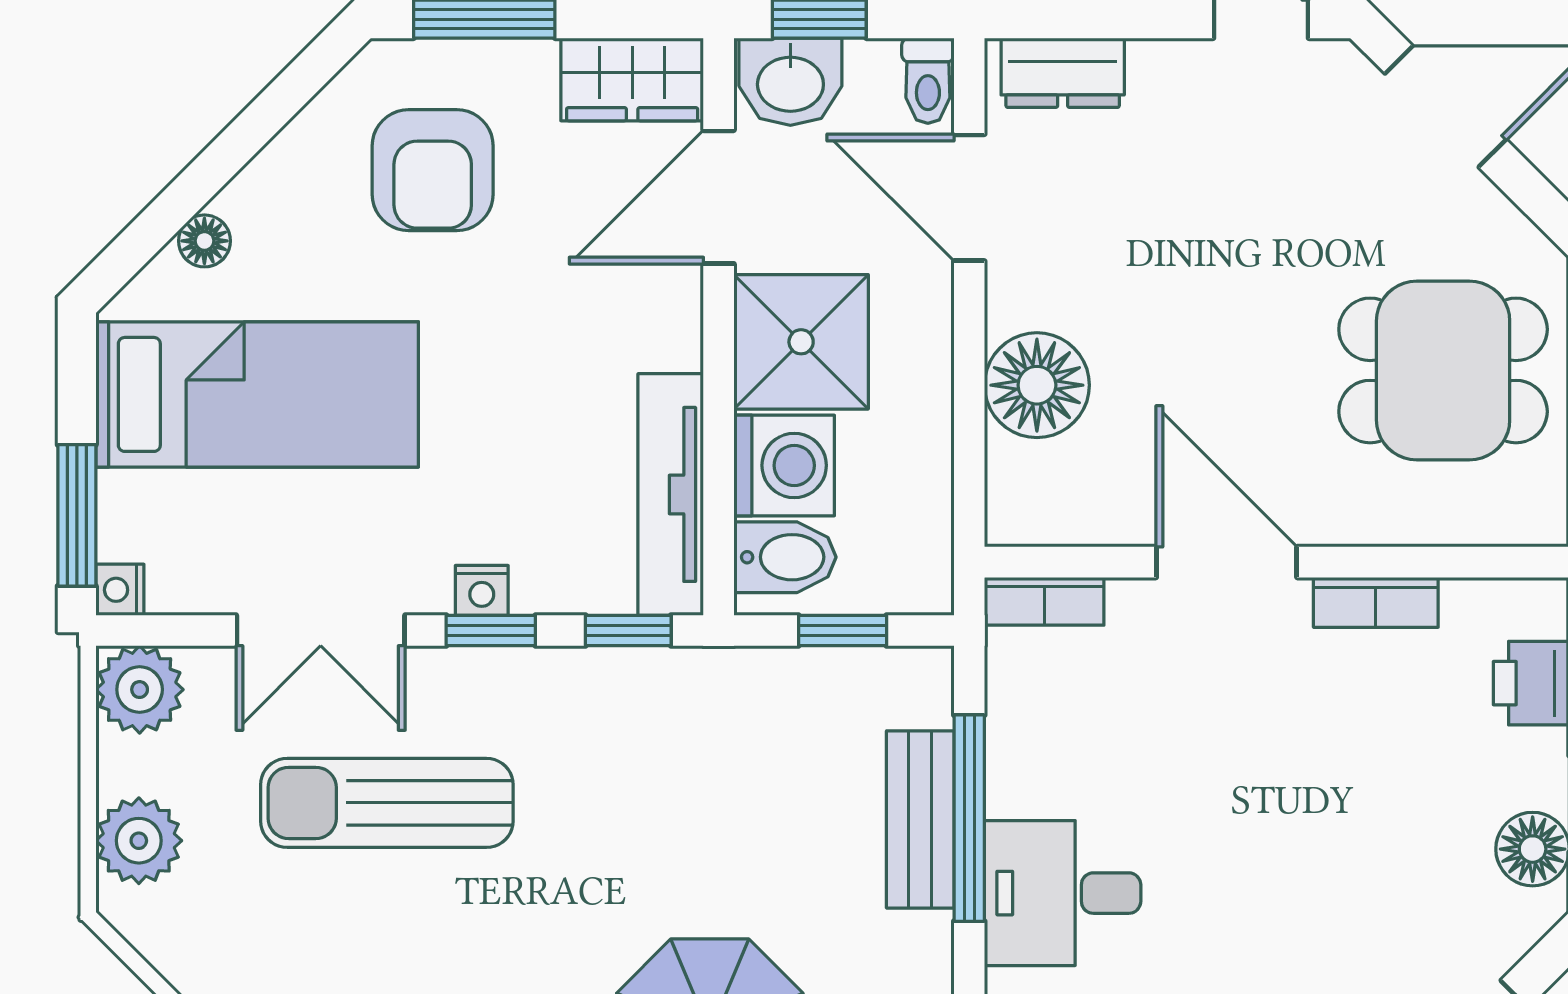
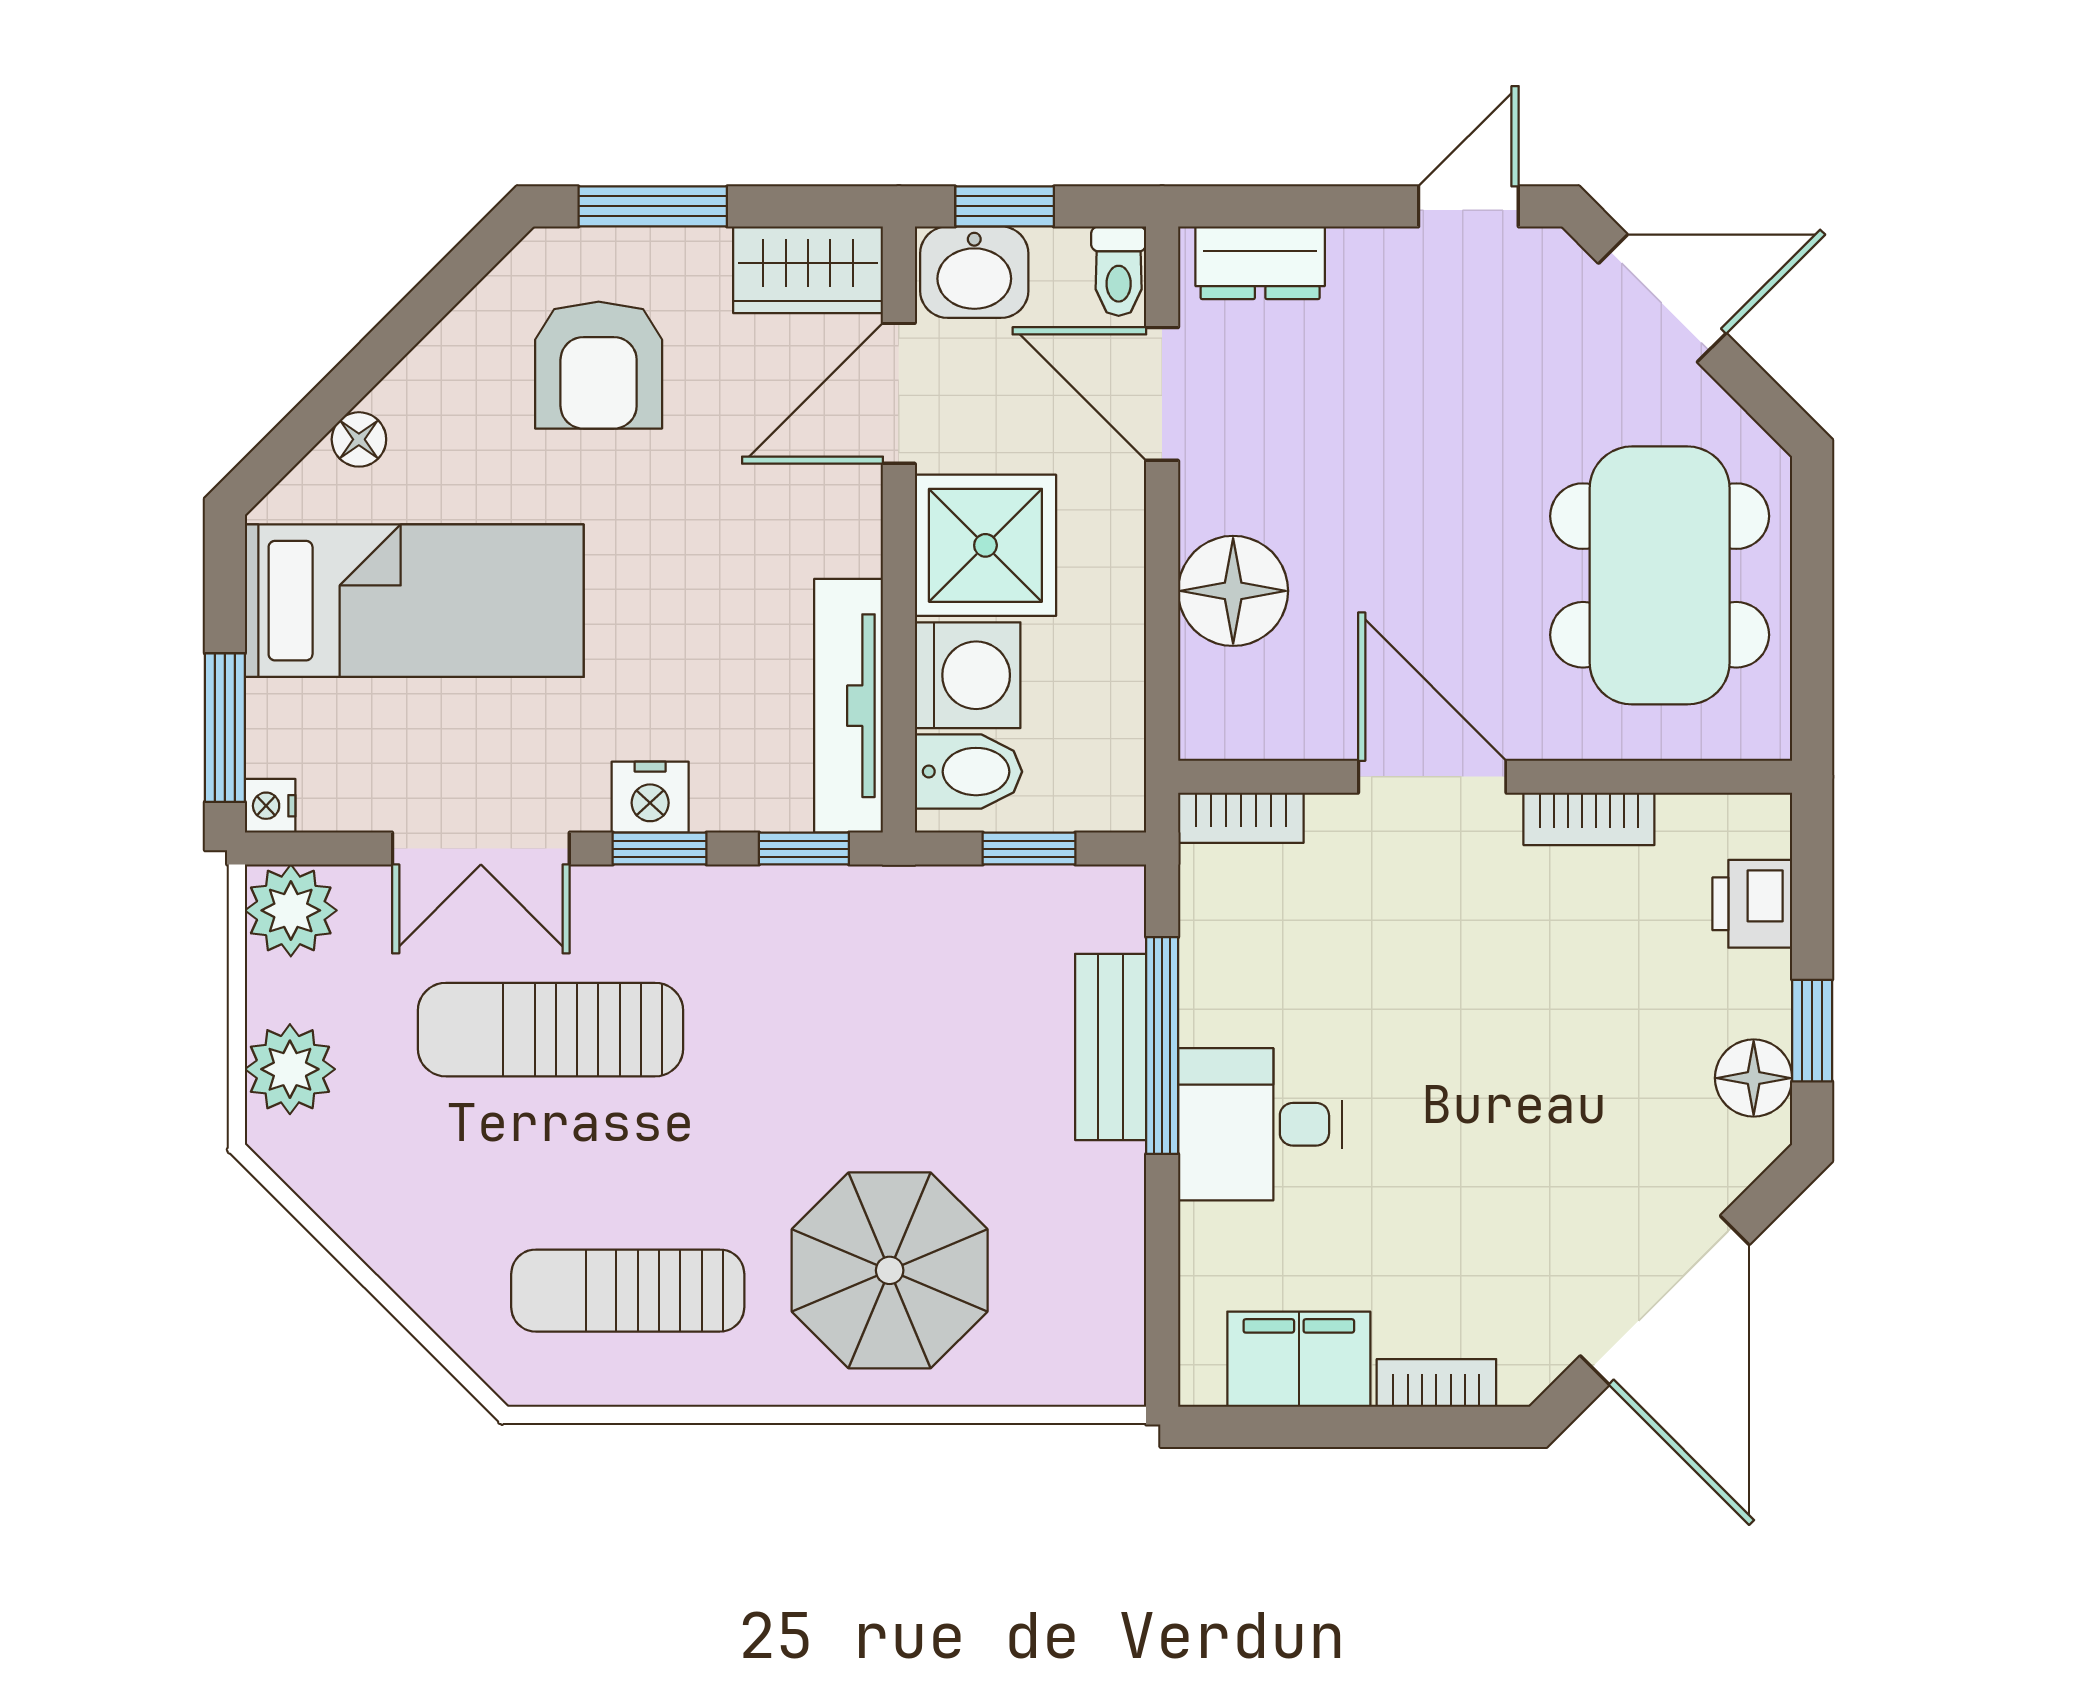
dining table: (1443, 370) -> (1660, 575), width x1.38
nightstand: (482, 590) -> (650, 797), width x1.39, depth x1.35

